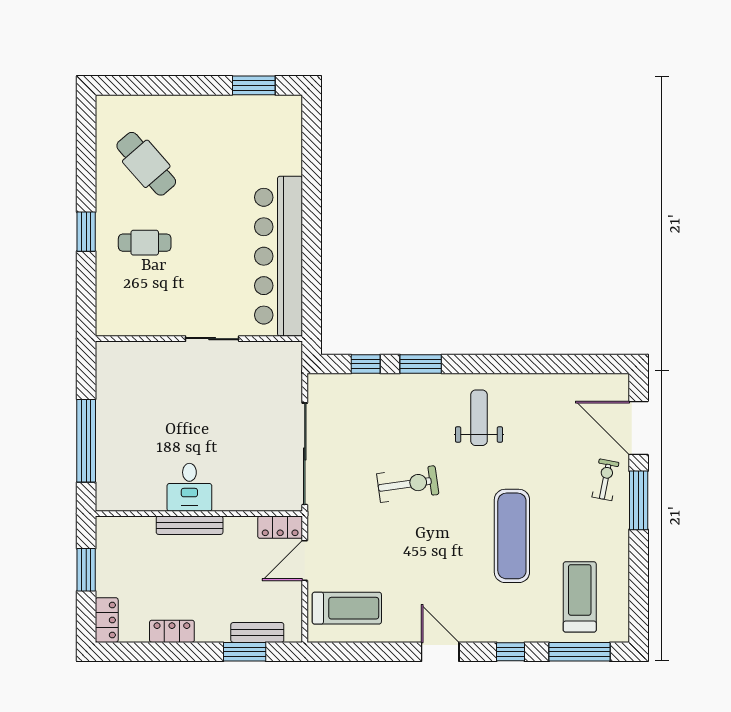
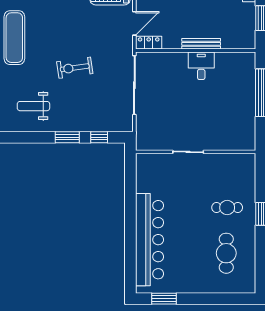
cafe table: (146, 164) -> (226, 253), turned 41
bar counter: (279, 256) -> (150, 240), moved
weight bench: (479, 418) -> (33, 106), turned 90

